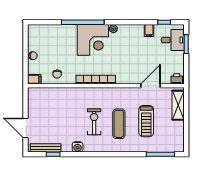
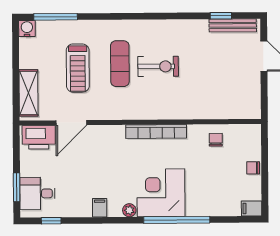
filing cabinet: (149, 31) -> (100, 208), moved
filing cabinet: (34, 79) -> (252, 208), moved
printer: (177, 79) -> (39, 137), width x1.87, depth x1.48
treadmill: (146, 121) -> (78, 68), turned 180
exercise bike: (94, 122) -> (158, 66), turned -90
water cooler: (78, 147) -> (27, 28), moved

